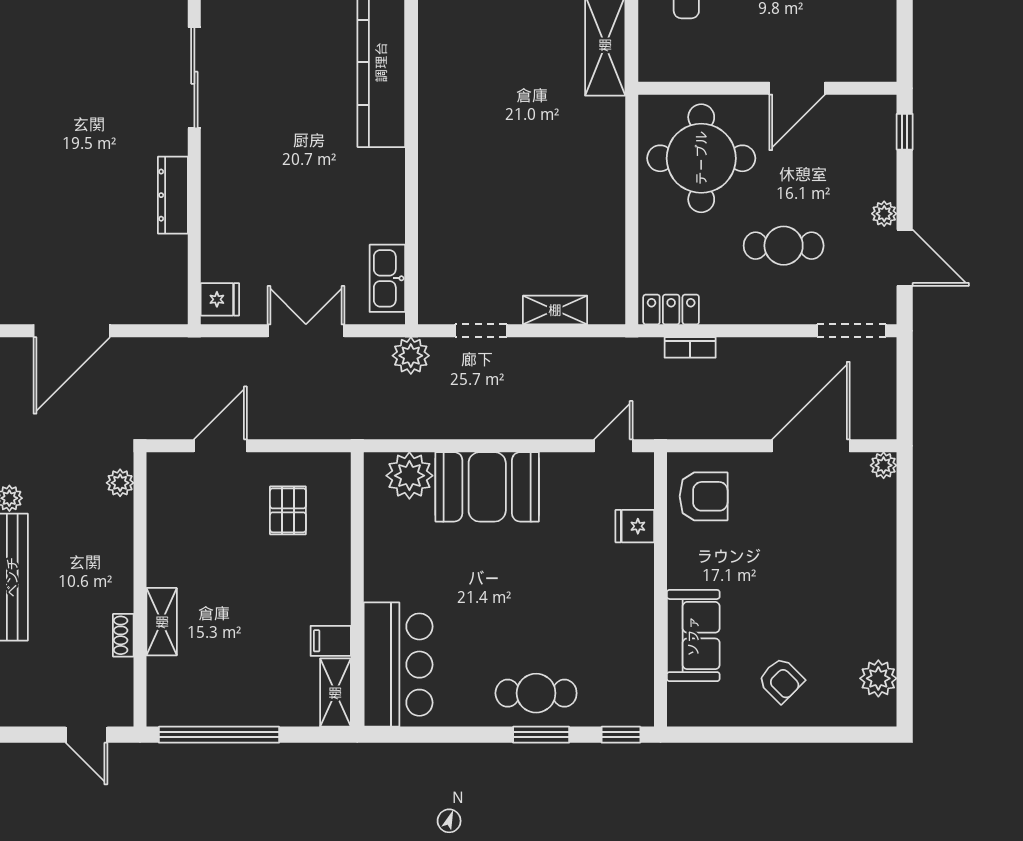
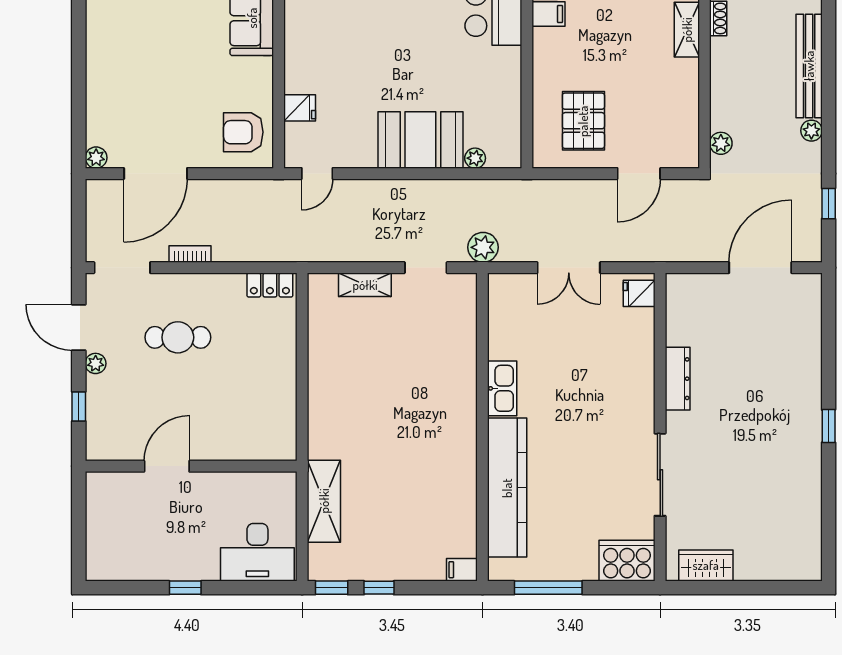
window: (905, 132) -> (79, 406), moved
round table: (701, 158) -> (245, 409), removed
kitchen sink: (387, 278) -> (502, 388), moved
bookcase: (690, 347) -> (190, 254), moved
plant: (409, 476) -> (475, 158), width x0.53, depth x0.53
pallet: (288, 510) -> (583, 121), width x1.50, depth x1.42

